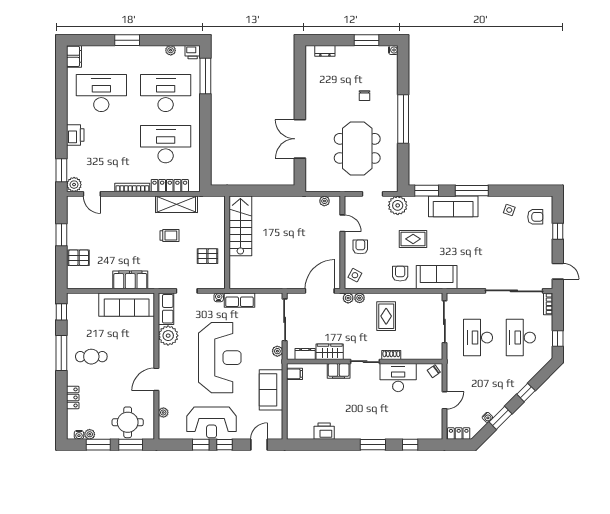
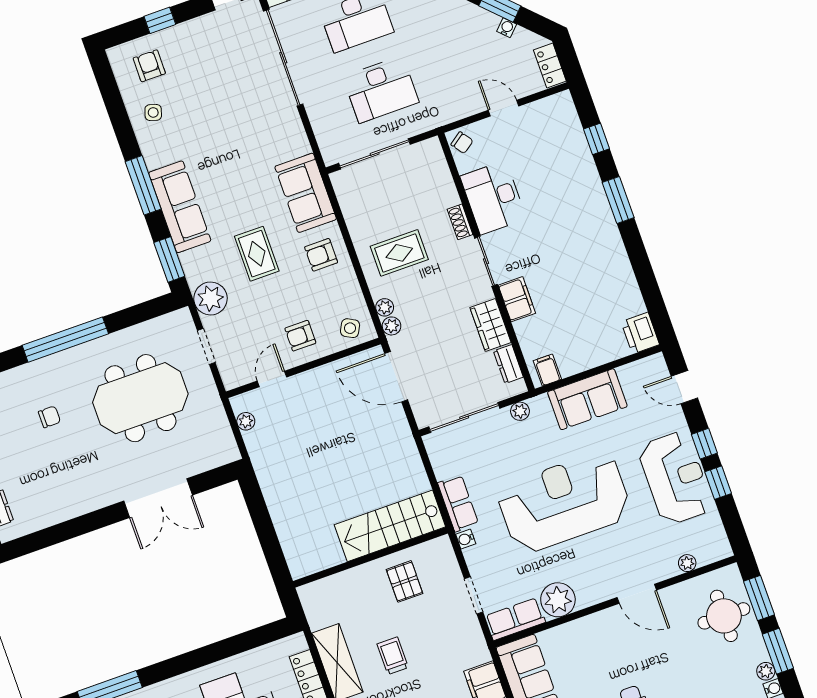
stairs: (240, 226) -> (390, 526), moved
printer: (324, 431) -> (640, 333), moved

